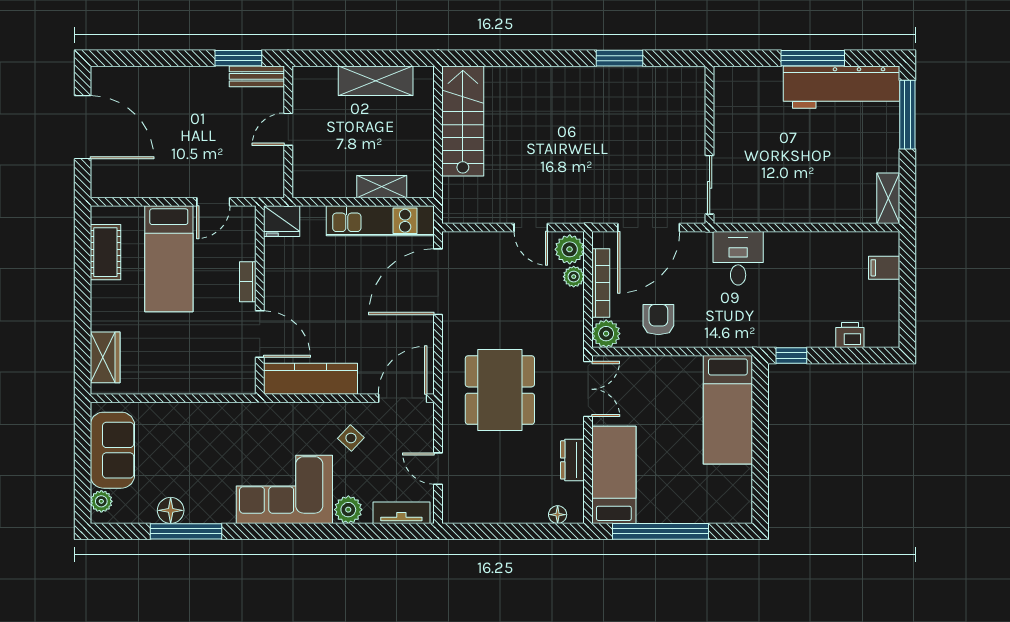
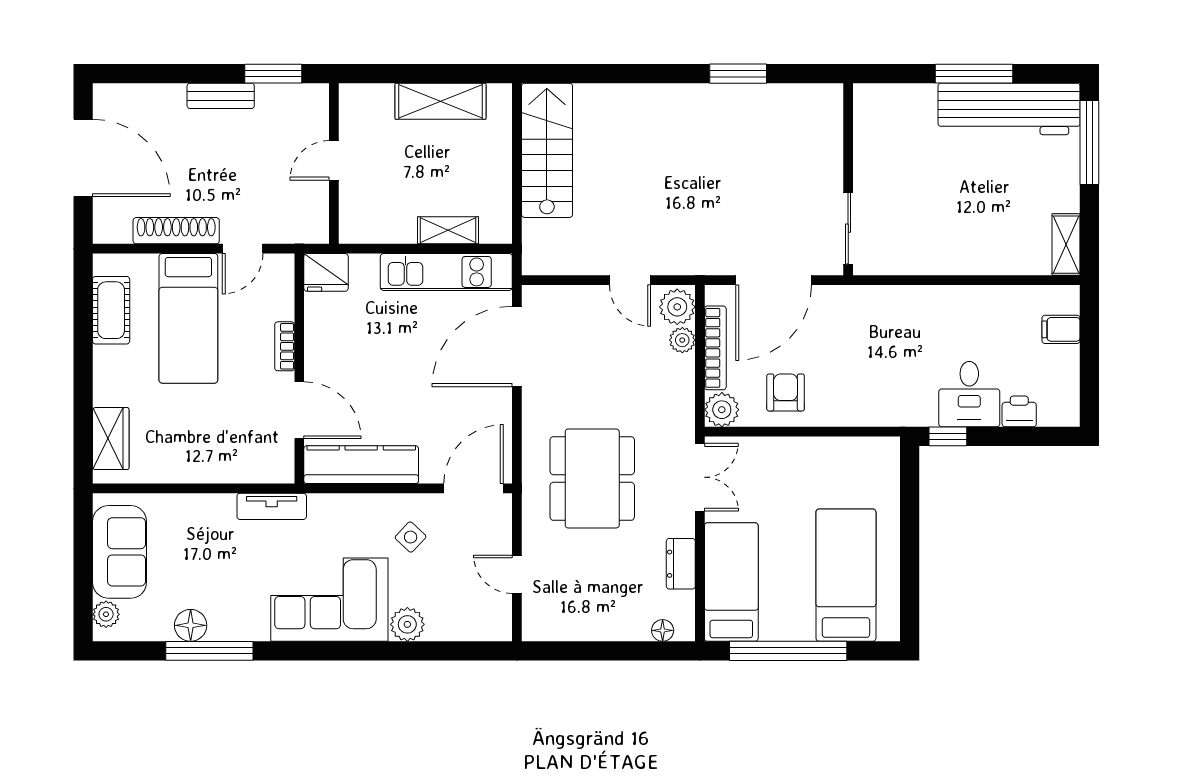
bench: (257, 76) -> (221, 96), moved
shoe rack: (159, 187) -> (176, 231), added
desk: (738, 258) -> (969, 394), moved, turned 180
bed: (728, 410) -> (846, 575), moved, turned 180
tv unit: (401, 513) -> (272, 506), moved, turned 180

